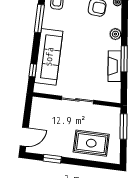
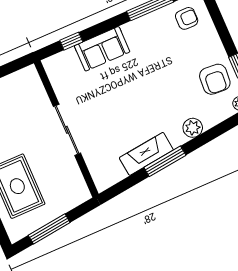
sofa: (49, 57) -> (102, 49), width x0.54, depth x0.79
window: (123, 126) -> (49, 229), moved

